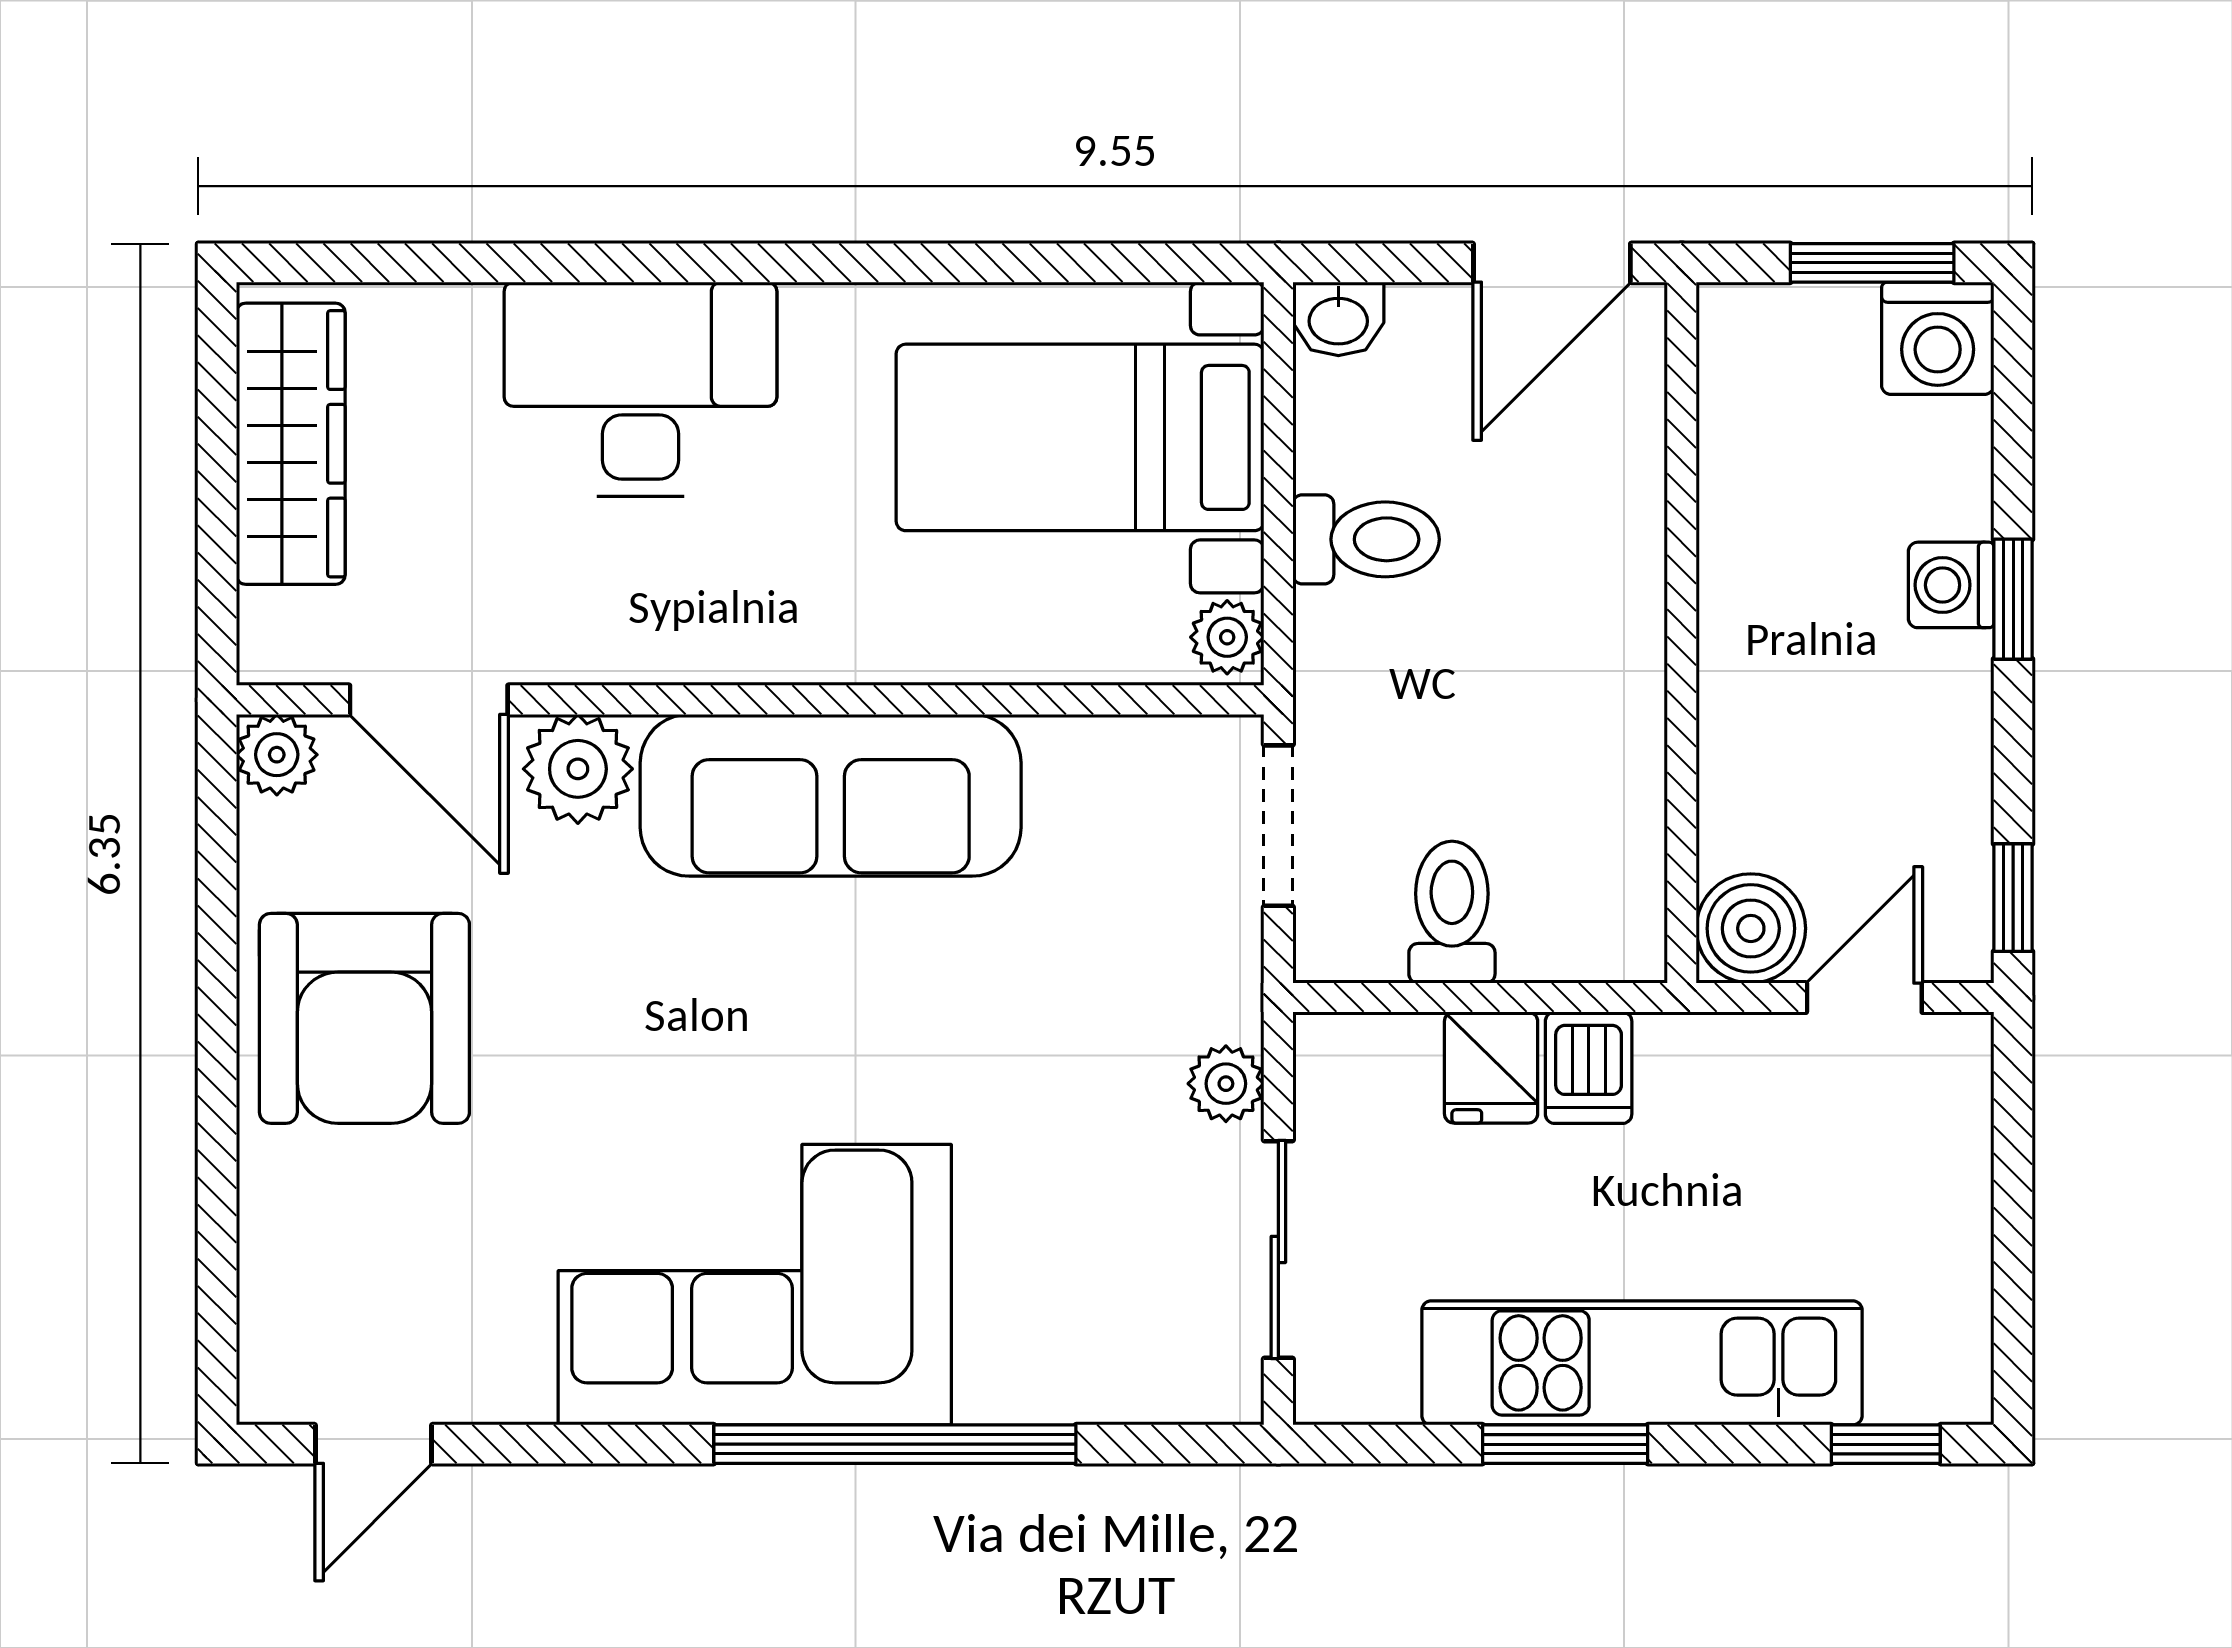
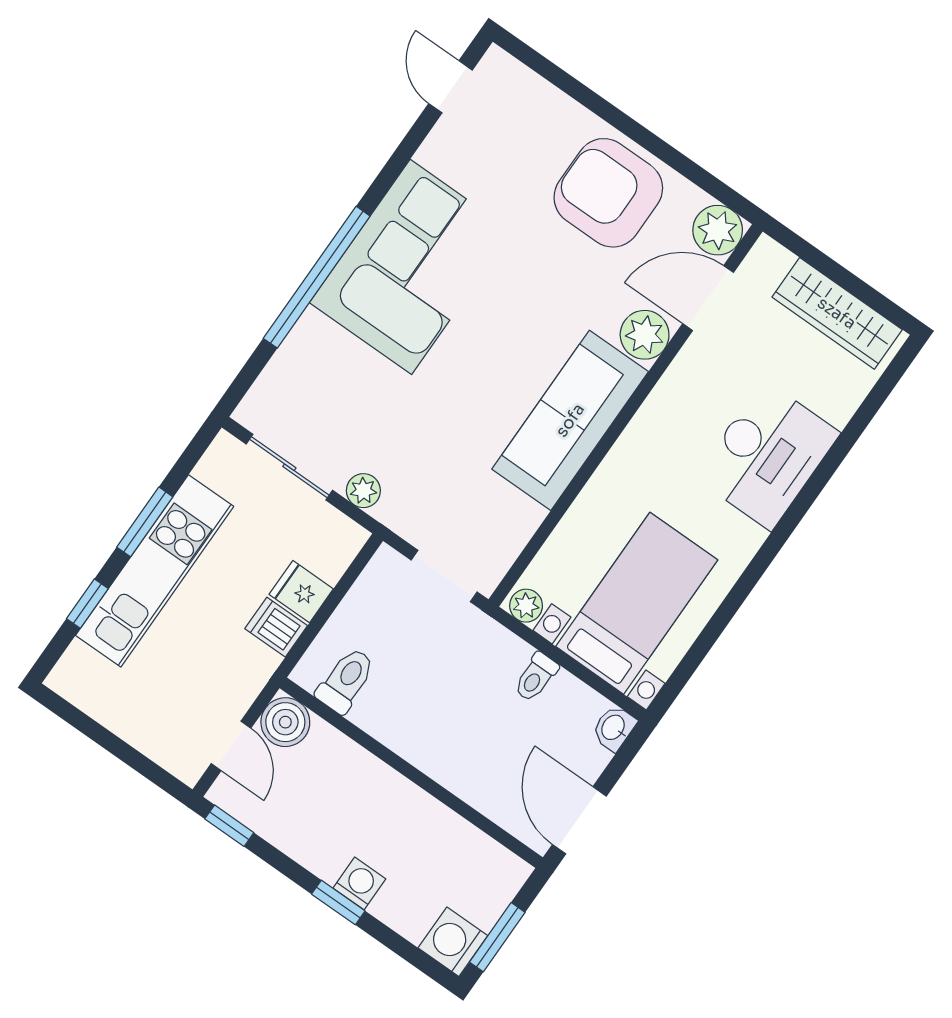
toilet: (1366, 539) -> (536, 677), width x0.73, depth x0.72
plant: (277, 755) -> (718, 230), width x1.38, depth x1.38
toilet: (1452, 912) -> (346, 680), moved, turned -90
window: (1886, 1444) -> (87, 604), moved

